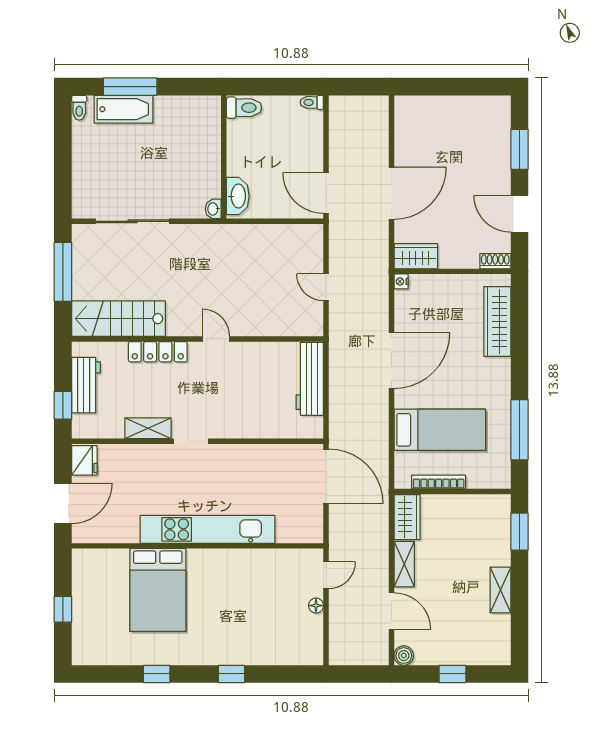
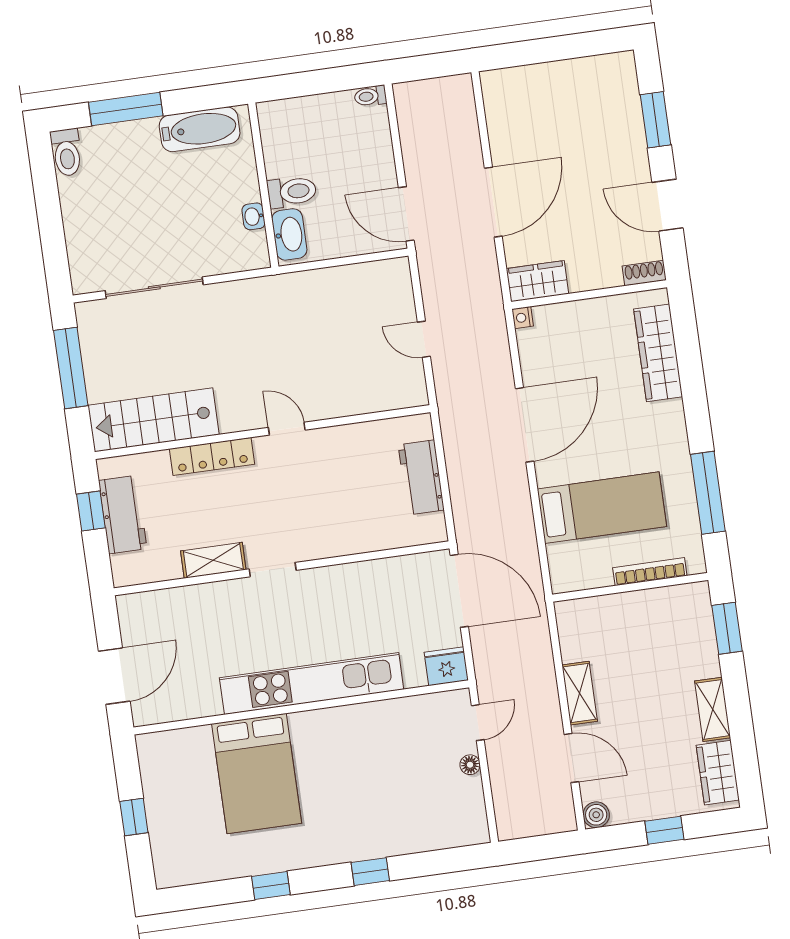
toilet: (79, 108) -> (67, 152), width x1.37, depth x1.39
toilet: (244, 108) -> (292, 192), moved
bathtub: (124, 109) -> (200, 129), moved
washbasin: (213, 209) -> (253, 216), moved
workbench: (310, 379) -> (421, 477), width x0.73
window: (63, 405) -> (91, 511), moved
fridge: (84, 460) -> (446, 666), moved, turned -90
bookcase: (439, 482) -> (650, 572), moved
wardrobe: (407, 517) -> (718, 773), moved, turned 180

